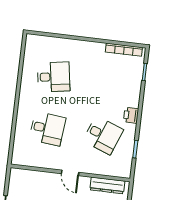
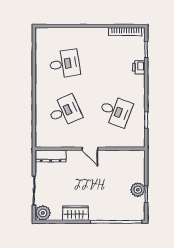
printer: (131, 115) -> (139, 67), moved
desk: (47, 129) -> (65, 111), turned -30
dresser: (107, 185) -> (51, 156), moved

